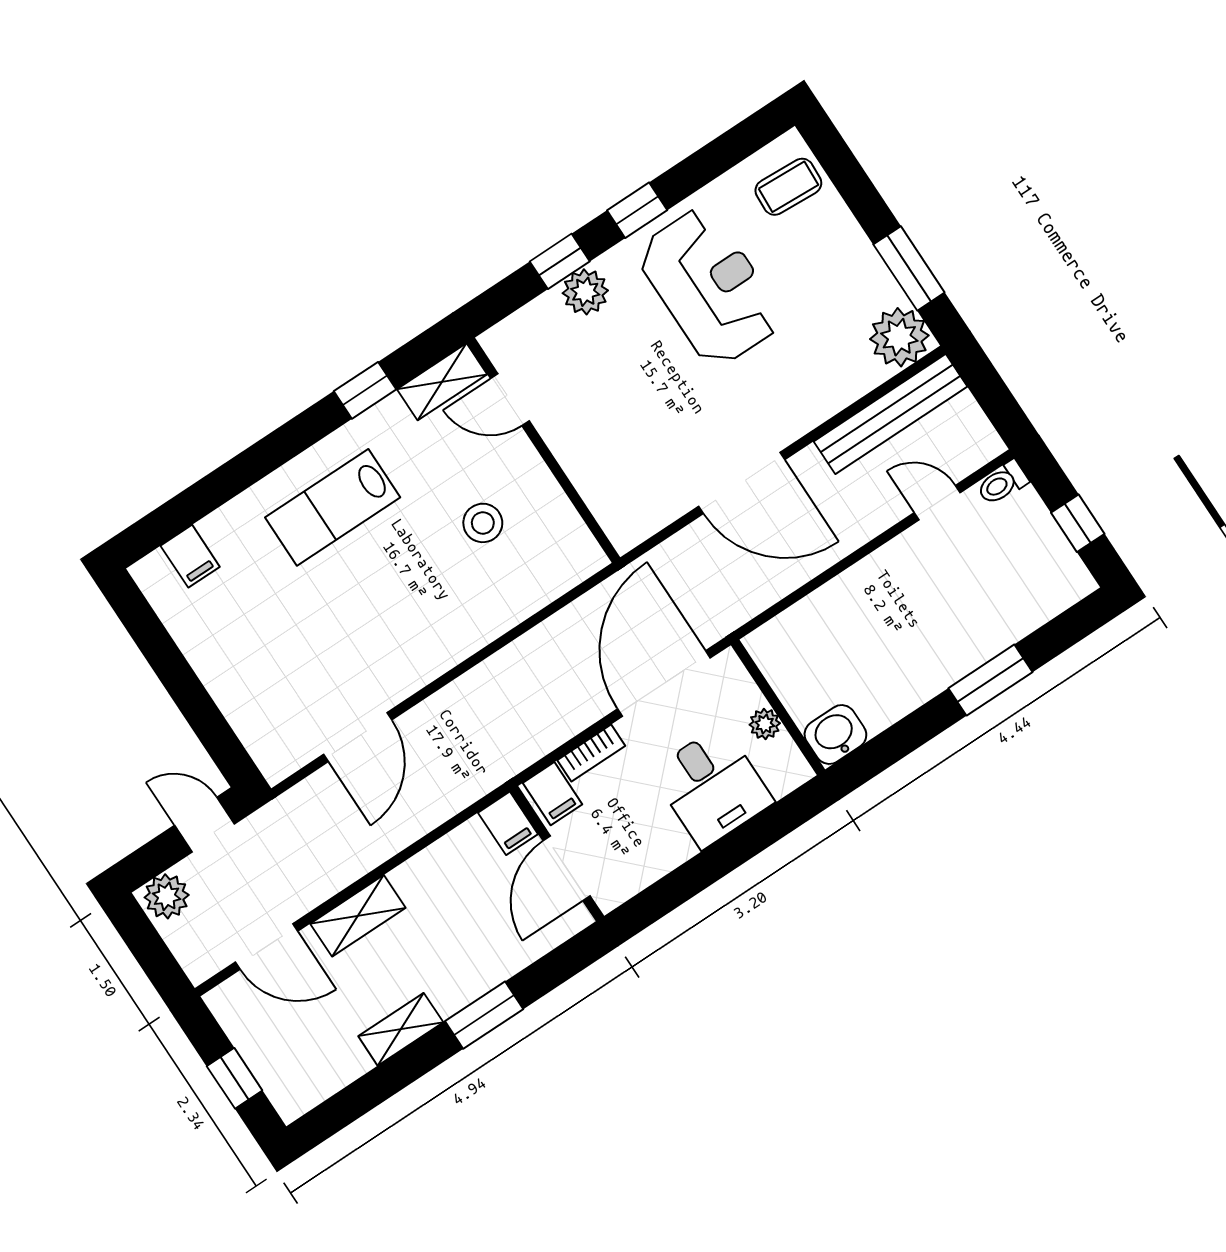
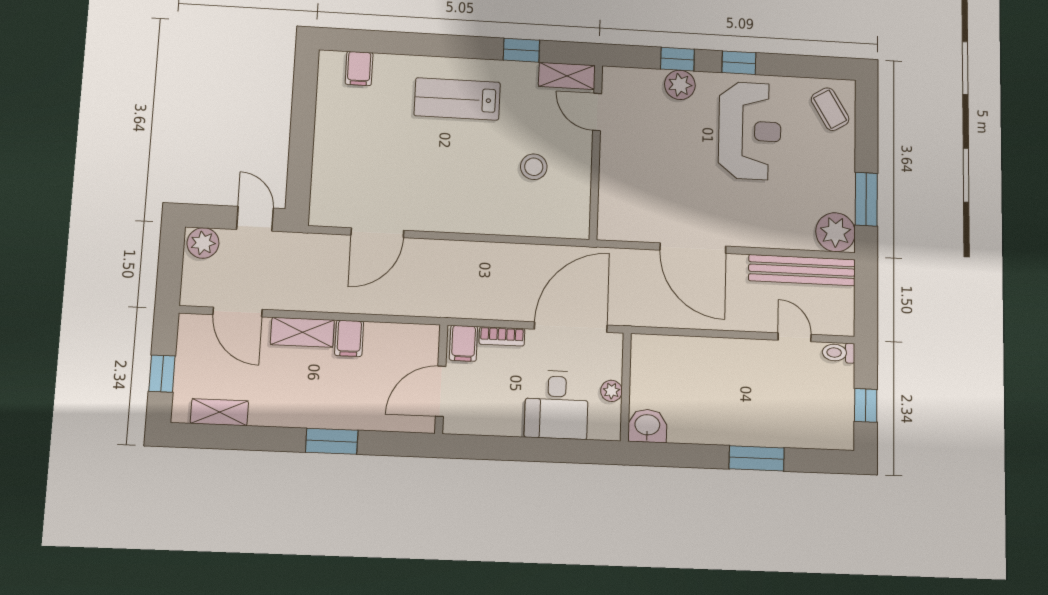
coffee table: (788, 187) -> (830, 109), turned 56
filing cabinet: (508, 823) -> (349, 338), moved
shelving: (401, 1029) -> (219, 412), moved

